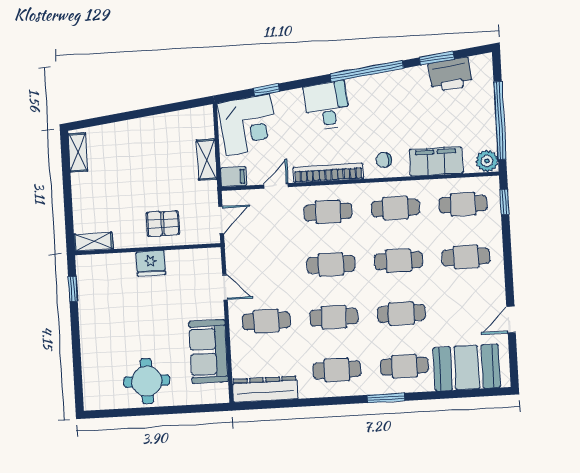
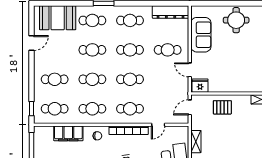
plant: (487, 161) -> (40, 132), removed
filing cabinet: (234, 177) -> (181, 131), removed
fridge: (151, 263) -> (200, 86), moved

